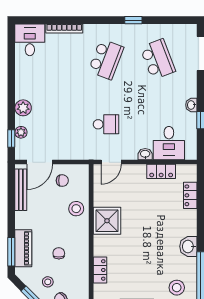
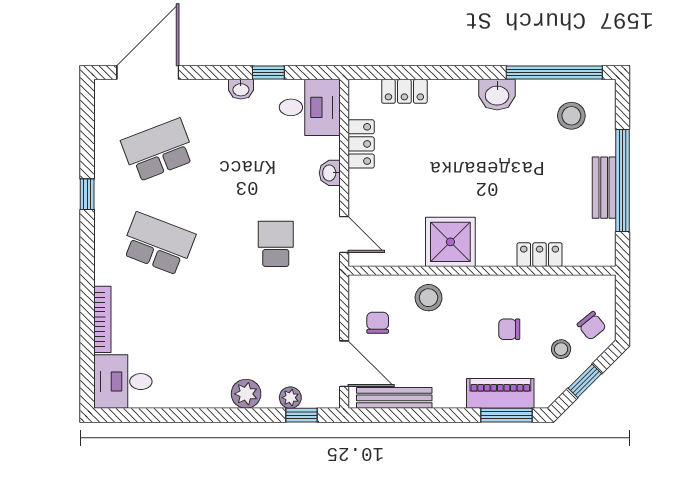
desk: (169, 143) -> (310, 107), moved

